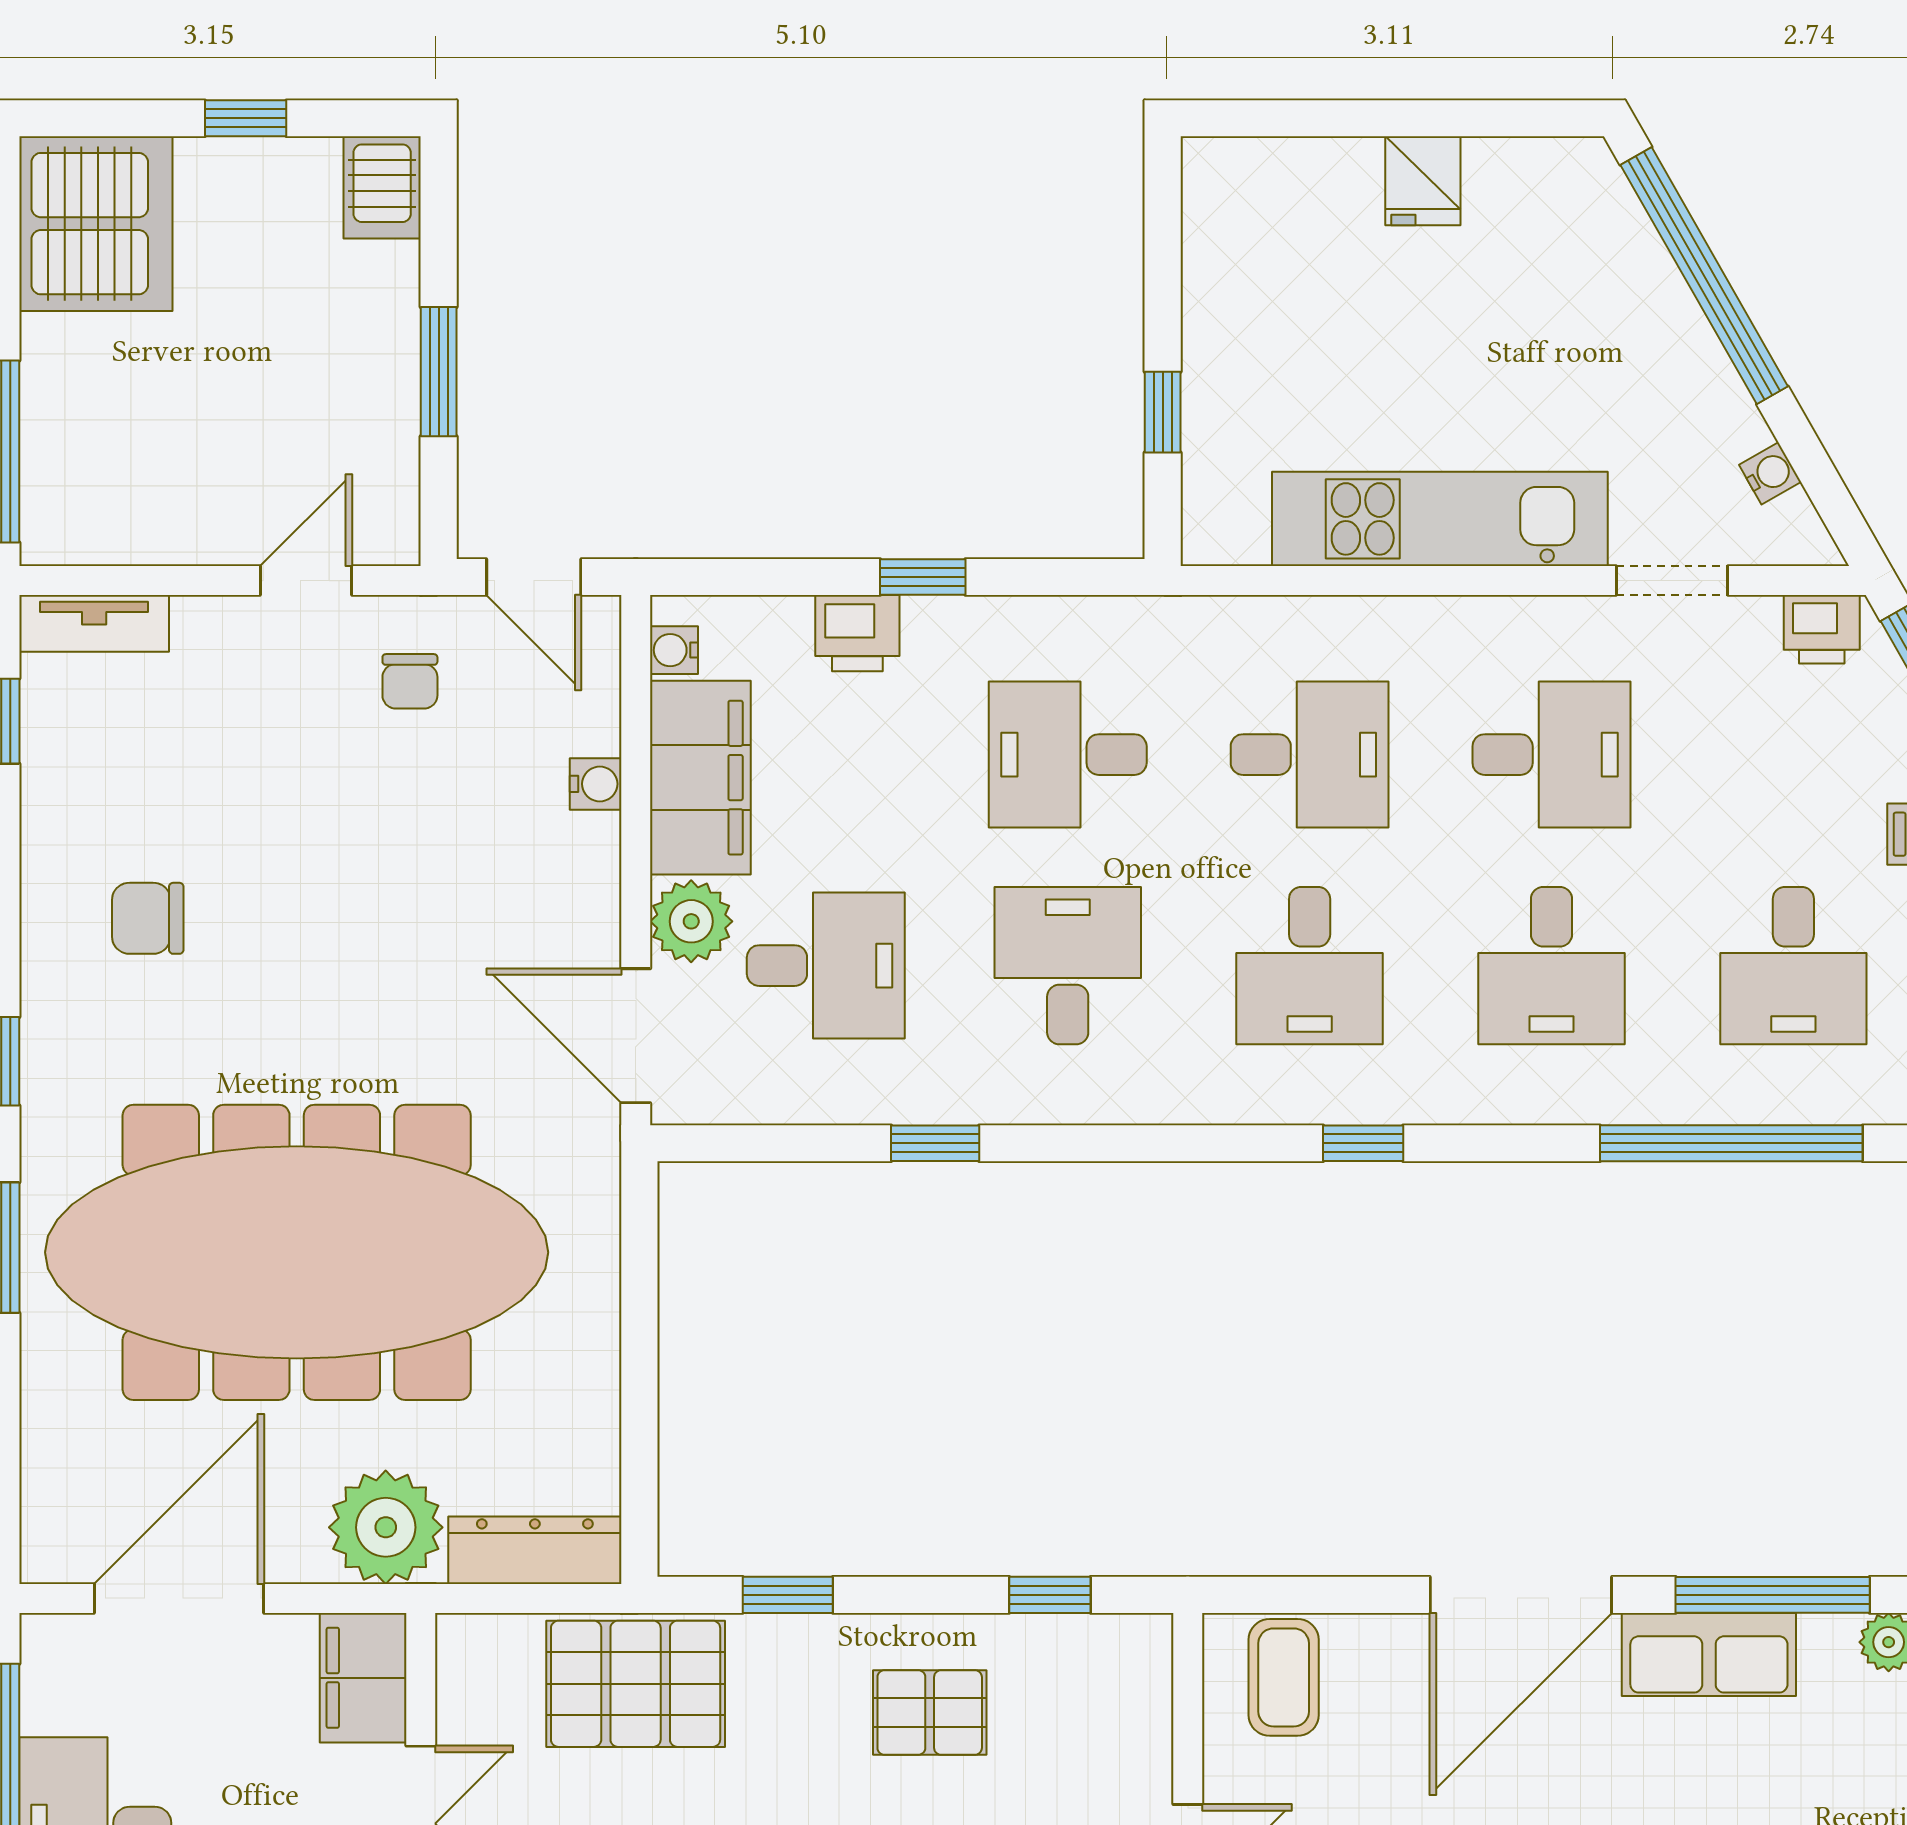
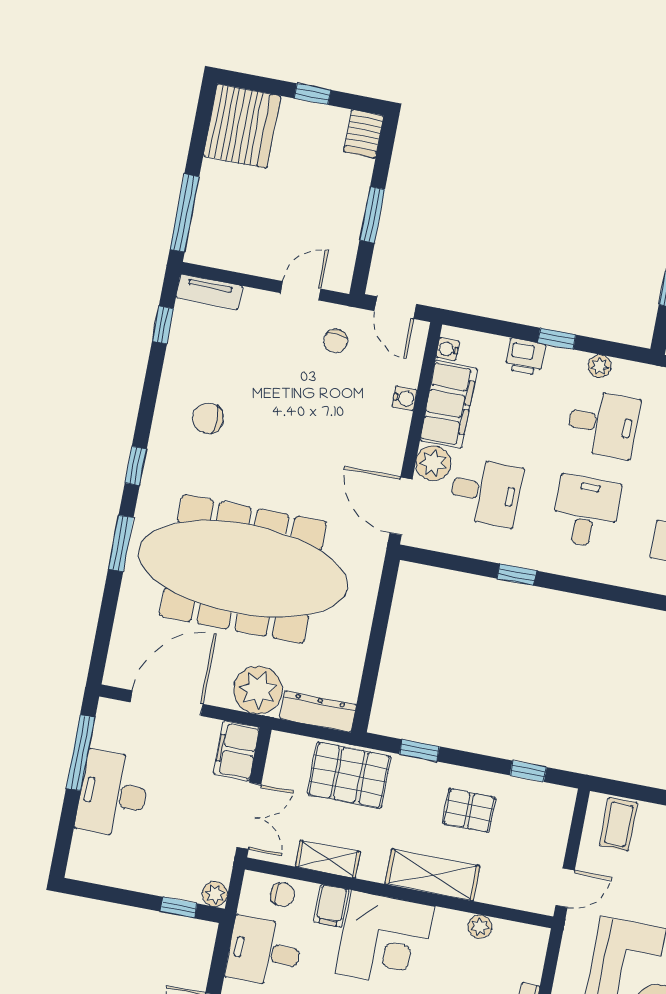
plant: (1035, 622) -> (600, 366), added
desk: (1068, 755) -> (603, 424), turned 180

